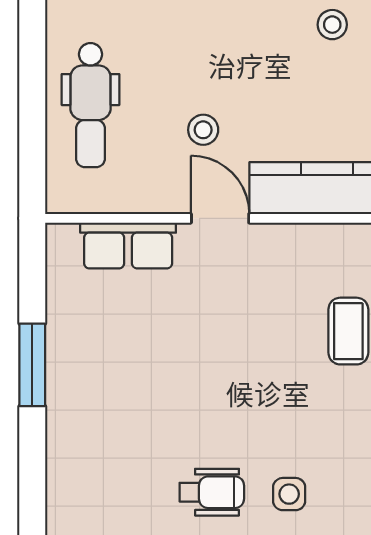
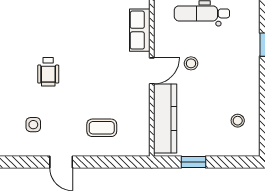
wheelchair: (212, 492) -> (48, 72), moved
side table: (289, 494) -> (33, 125), moved

